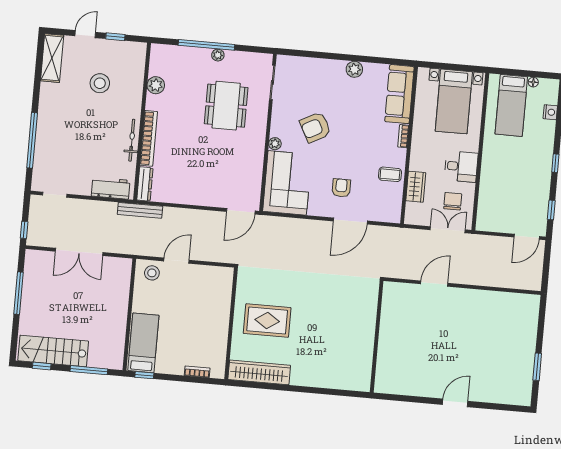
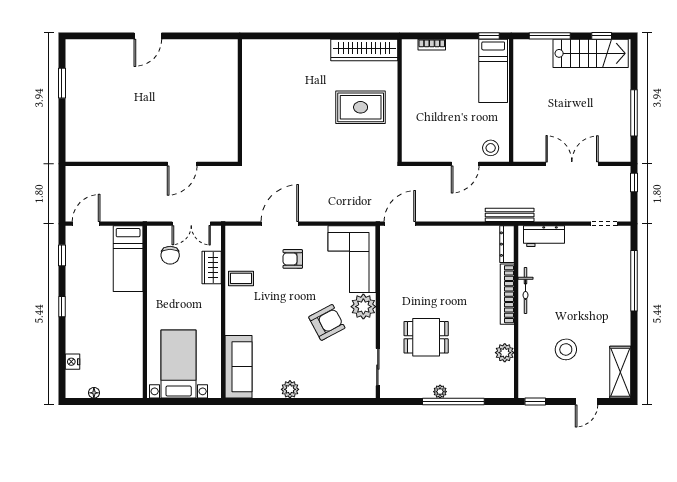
window: (115, 37) -> (535, 402), moved
bed: (511, 105) -> (128, 259), moved, turned 180
dining table: (226, 106) -> (426, 337), width x0.73
bookcase: (403, 136) -> (230, 321), removed
plant: (275, 144) -> (363, 307), width x1.87, depth x1.87
desk: (461, 166) -> (164, 294), removed
armchair: (341, 188) -> (293, 259), turned 90
double door: (448, 230) -> (191, 224), moved

